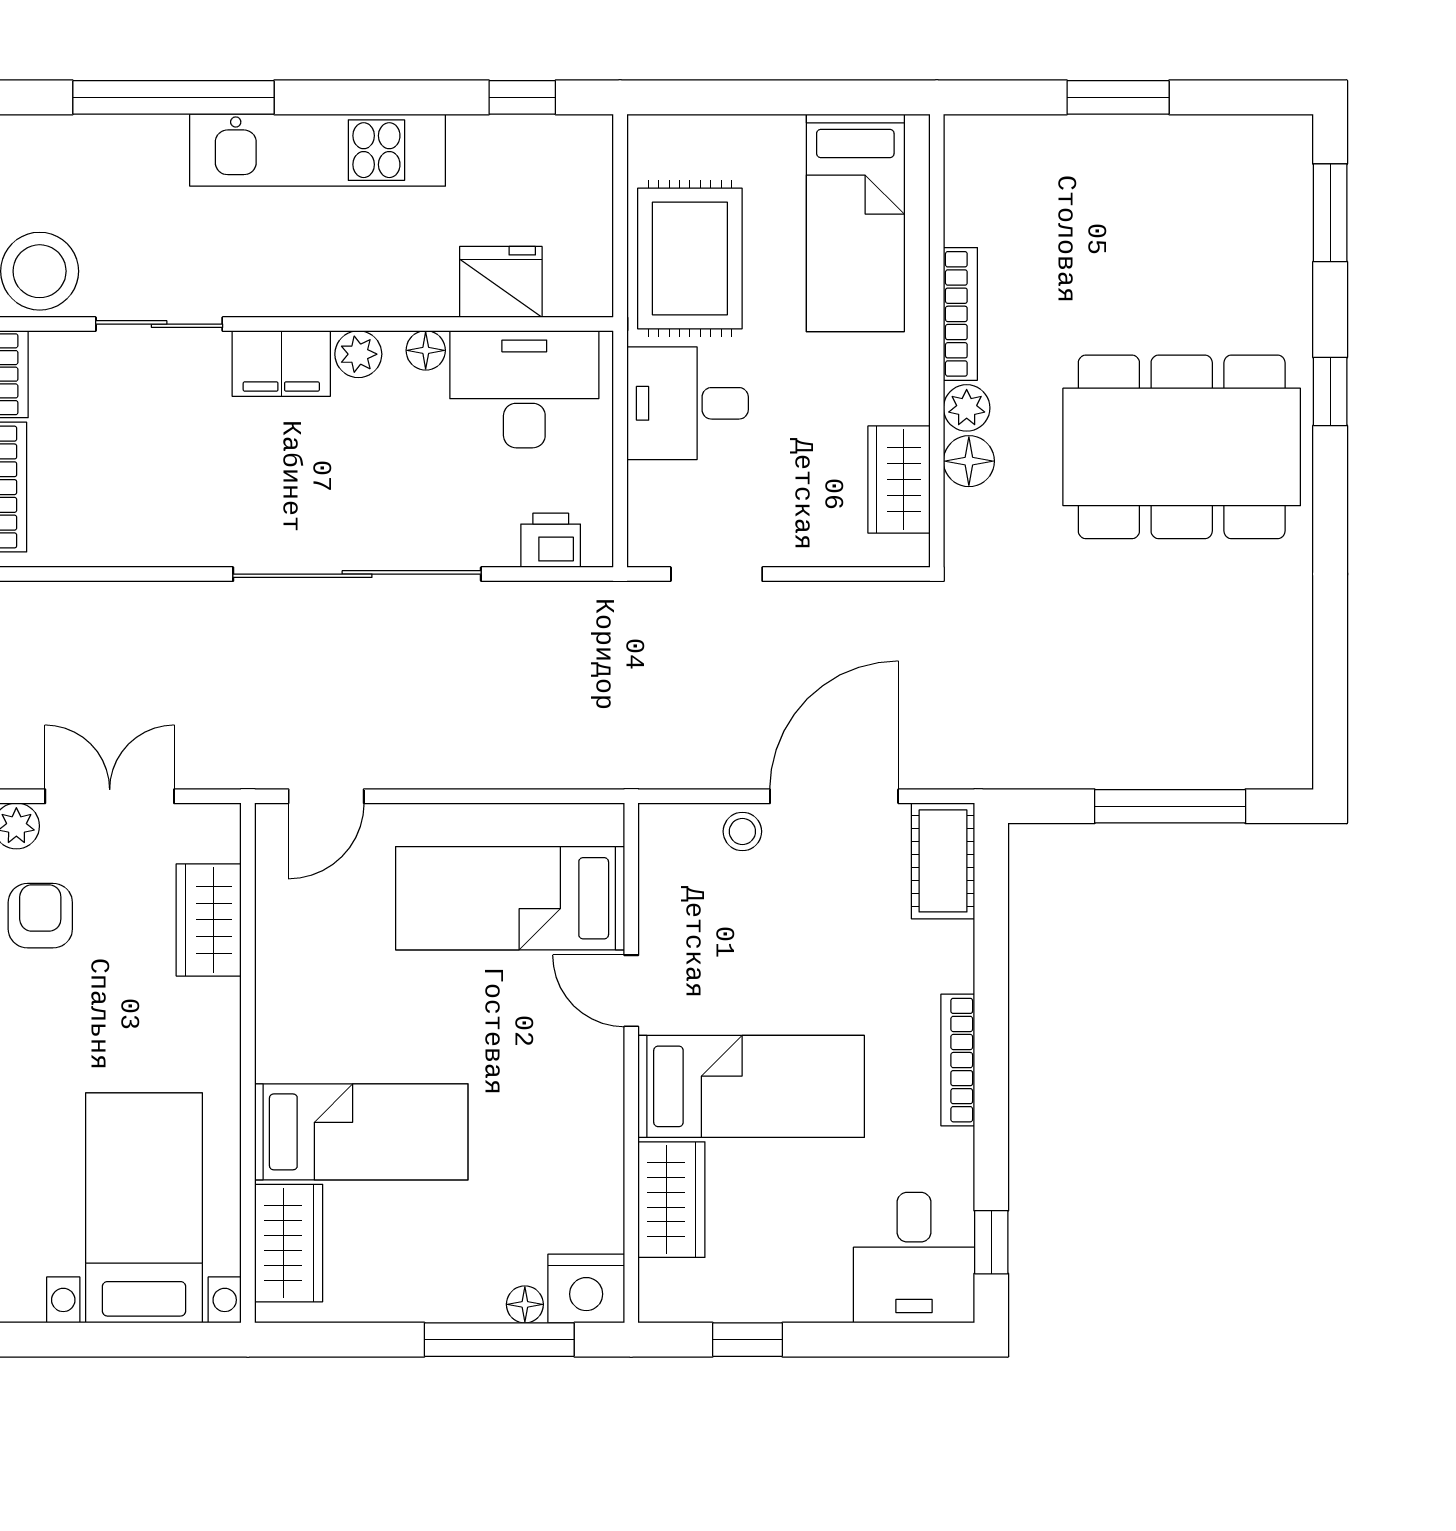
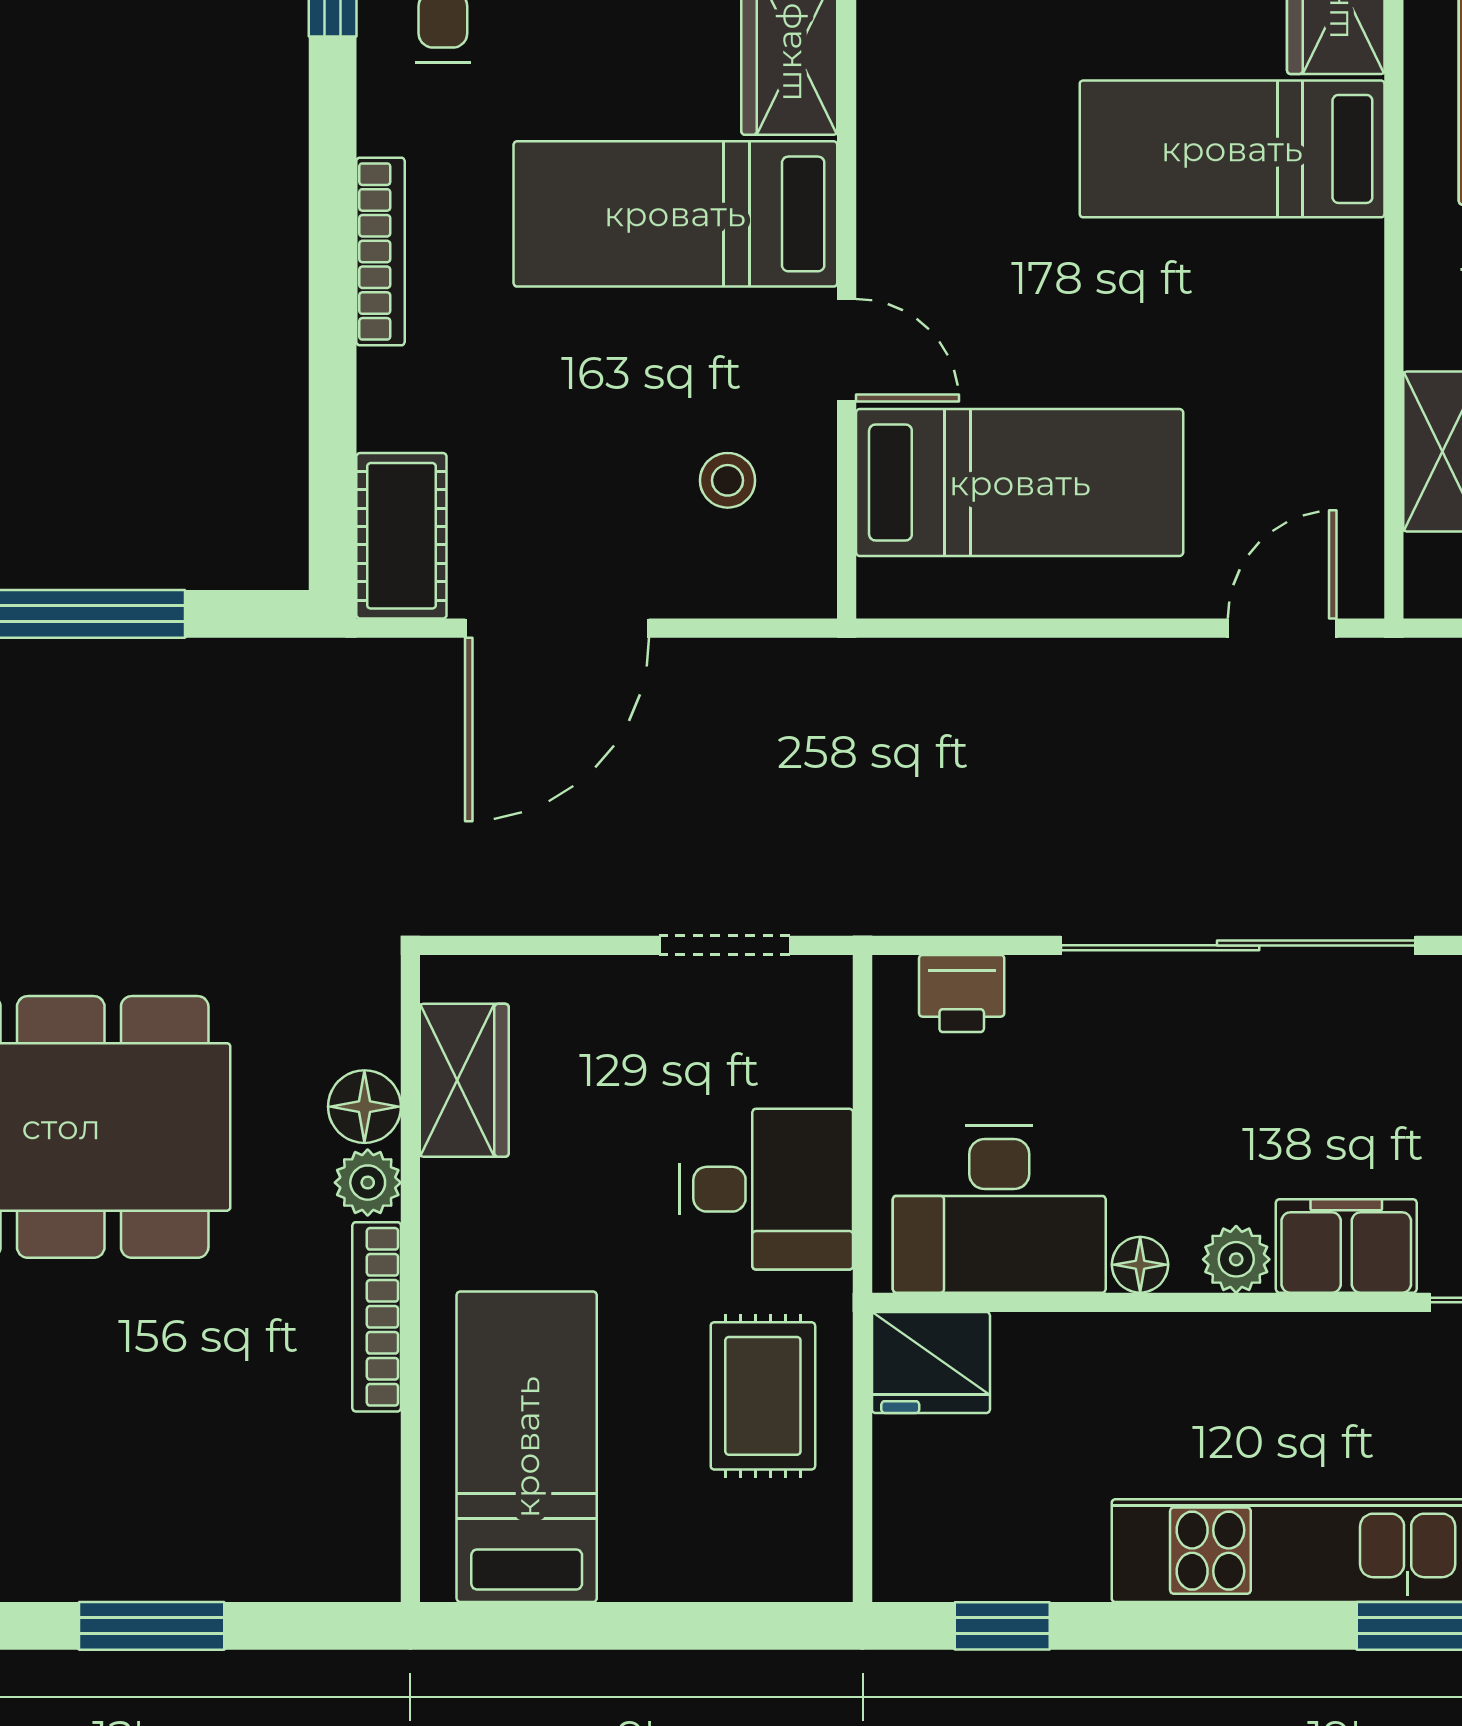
rug: (690, 259) -> (763, 1396), width x0.73, depth x0.70
fridge: (501, 282) -> (931, 1362), moved
stool: (742, 831) -> (728, 480), moved

